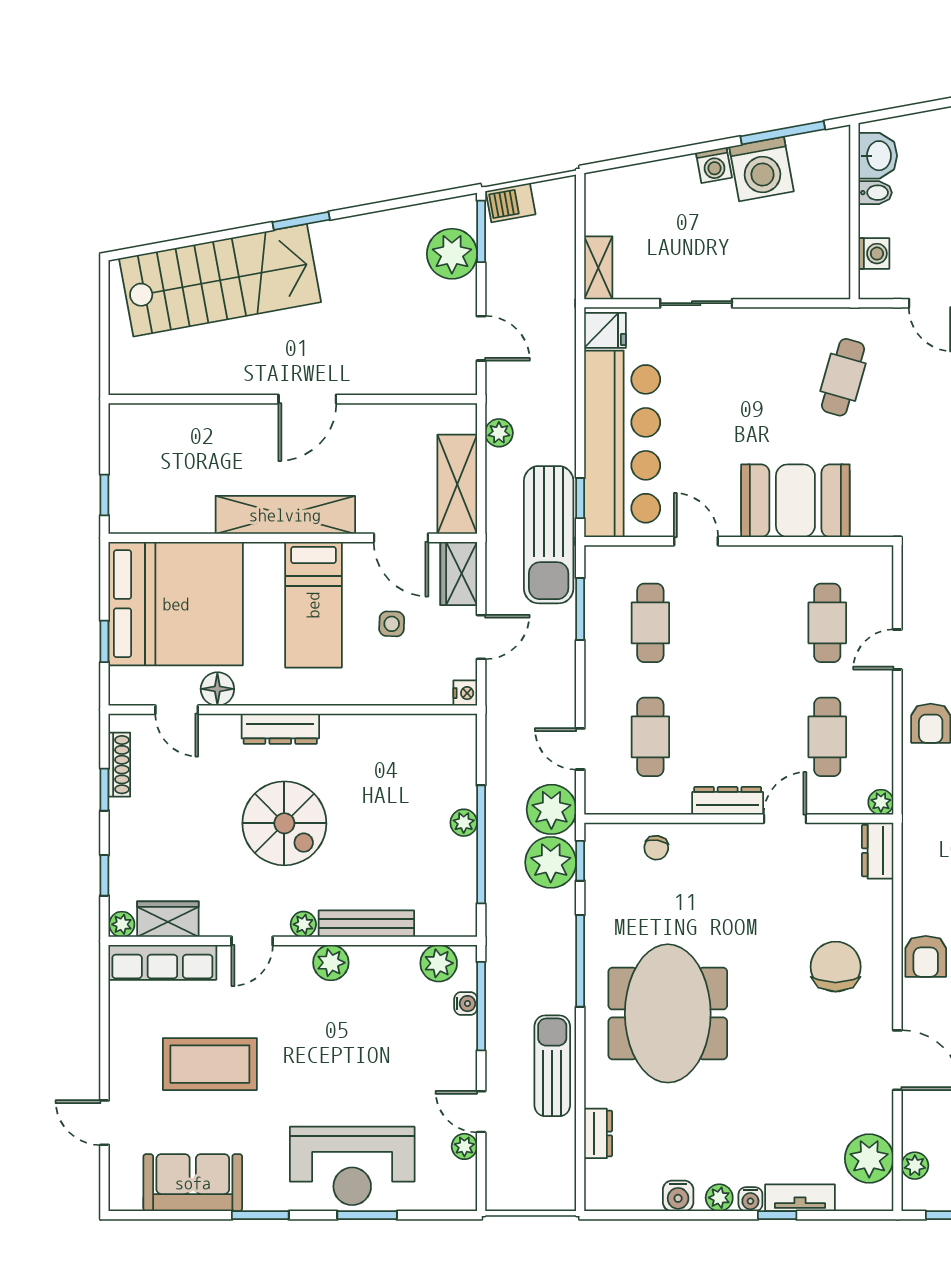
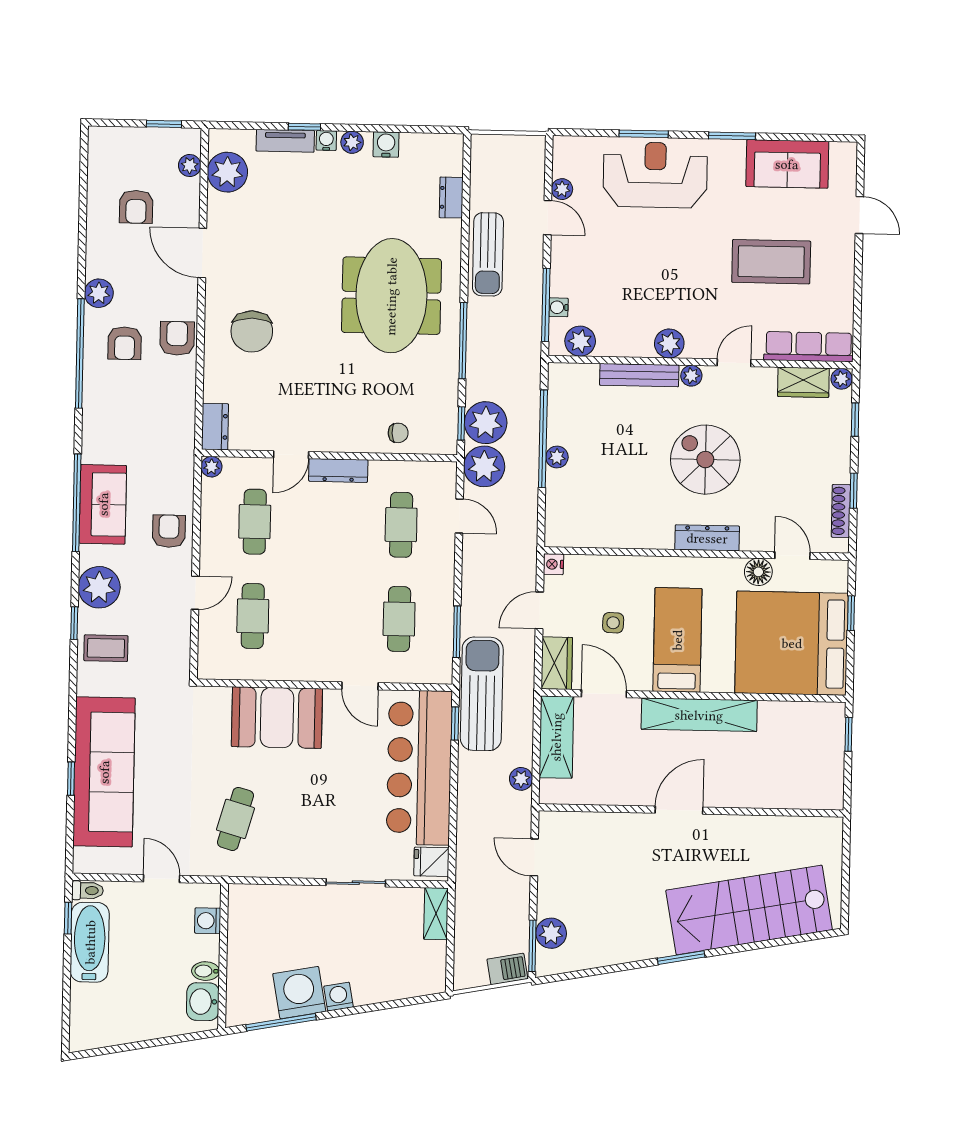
plant: (452, 254) -> (551, 933), width x0.73, depth x0.73
chair: (656, 848) -> (398, 433), turned 79

